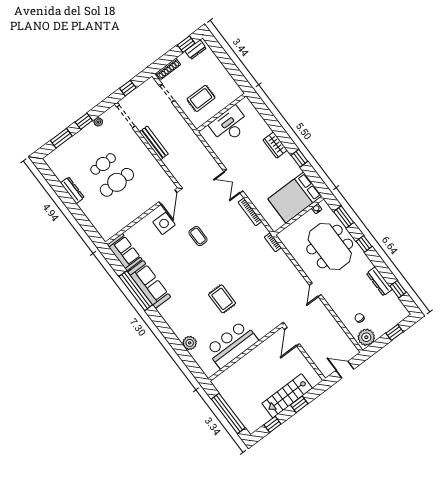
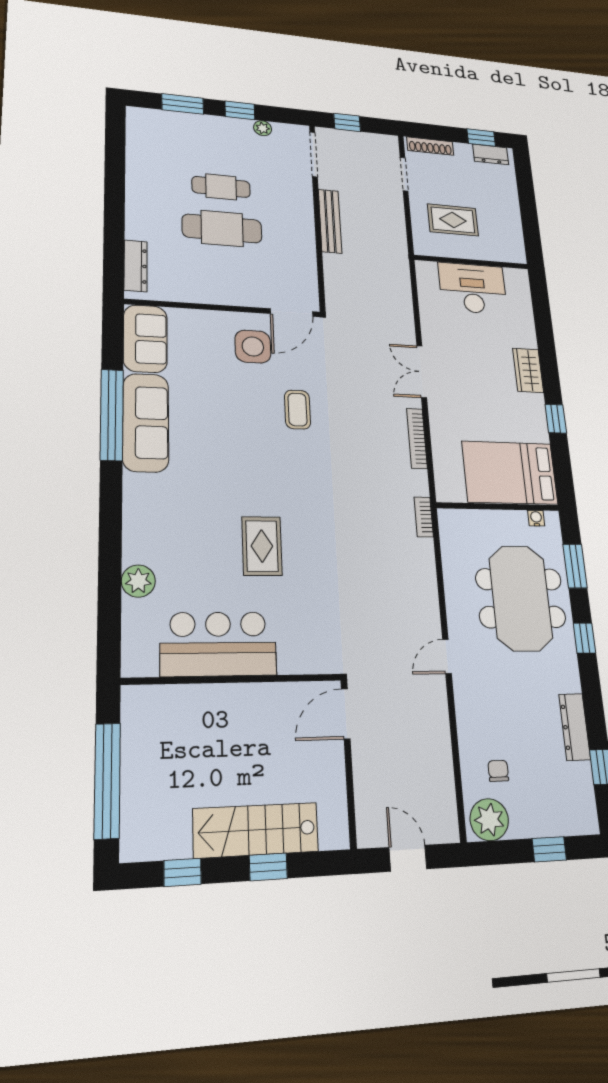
dresser: (72, 190) -> (136, 266), moved

